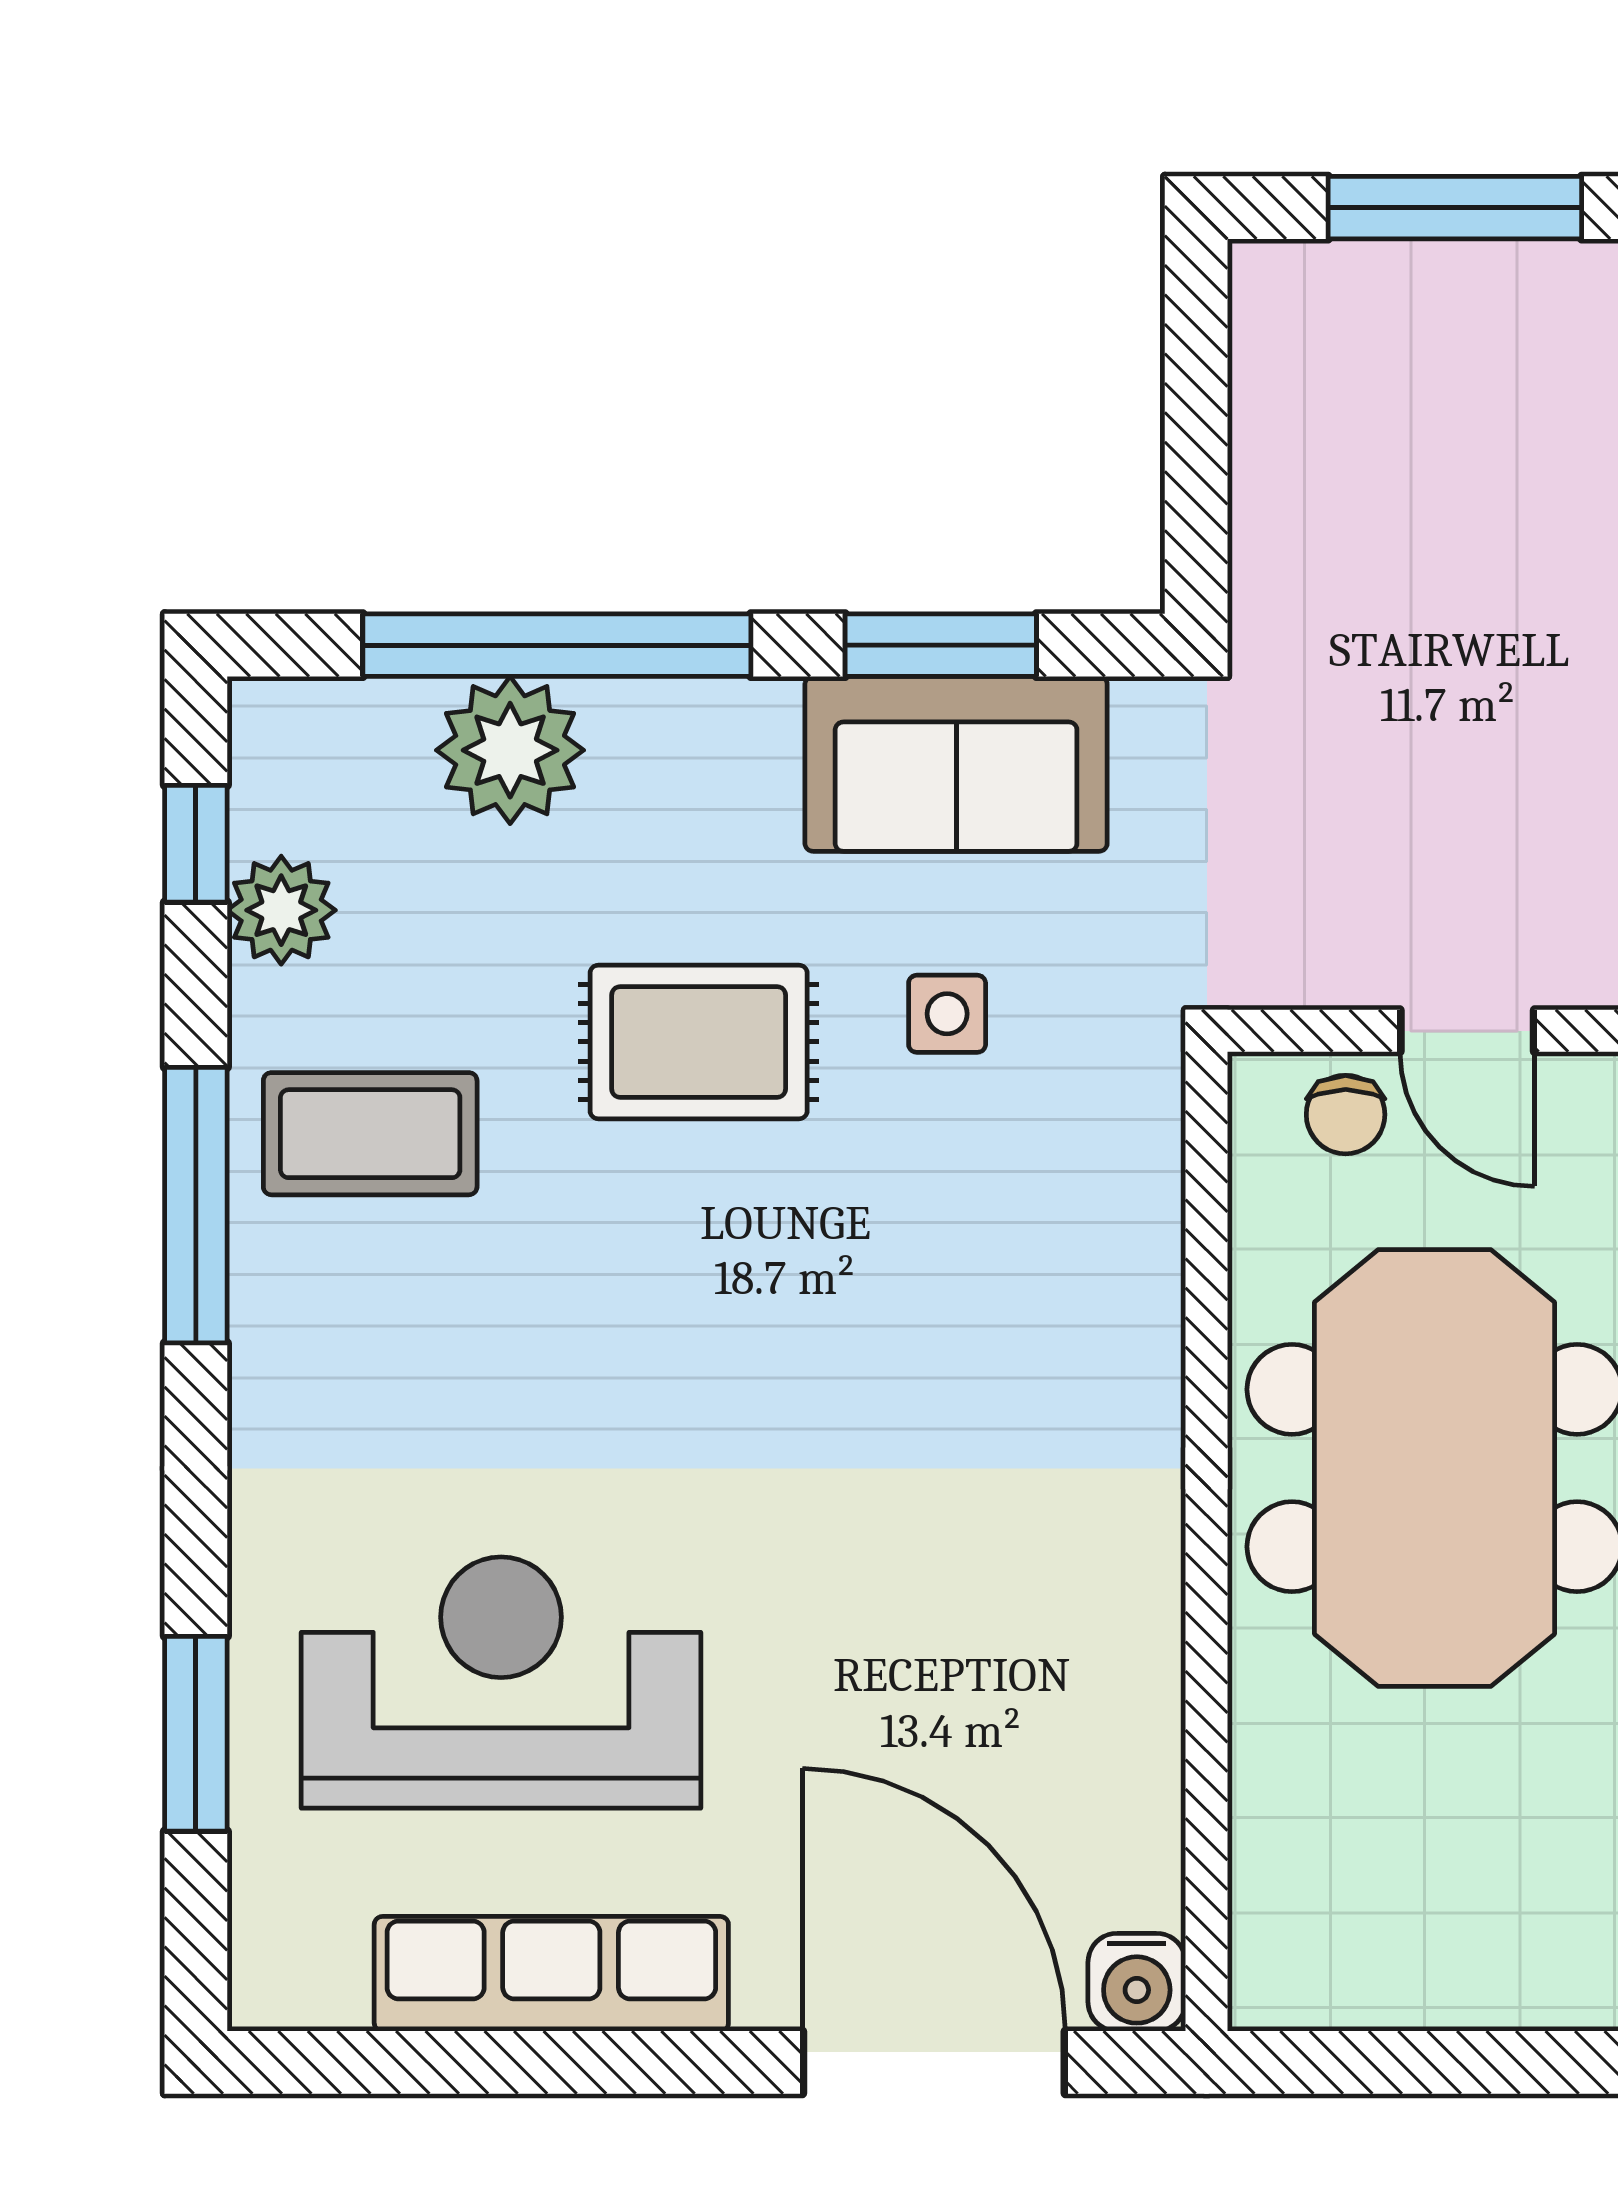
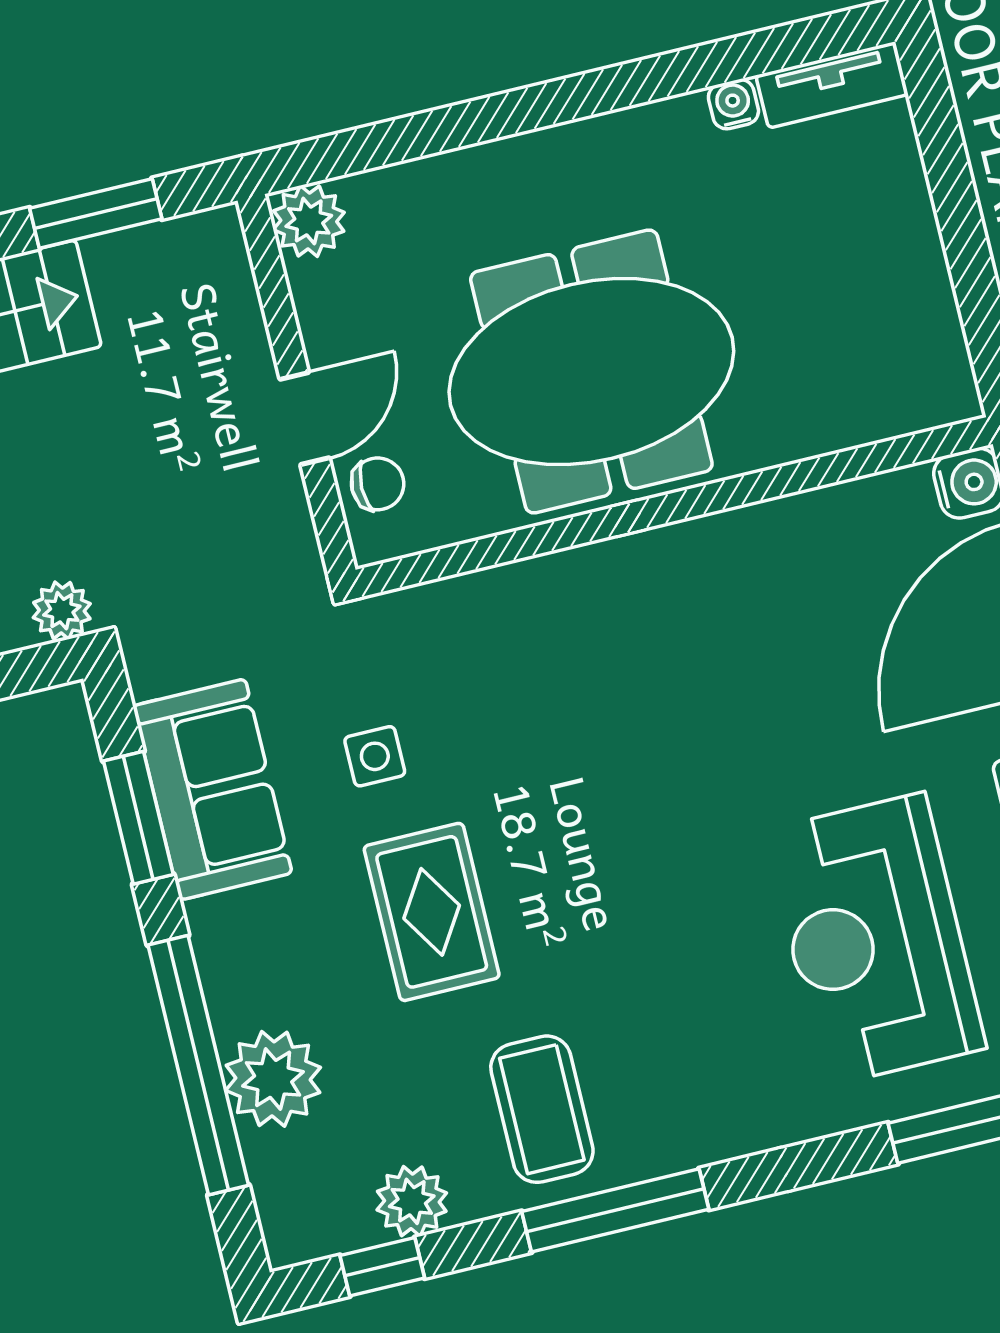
plant: (1272, 607) -> (62, 611), added

